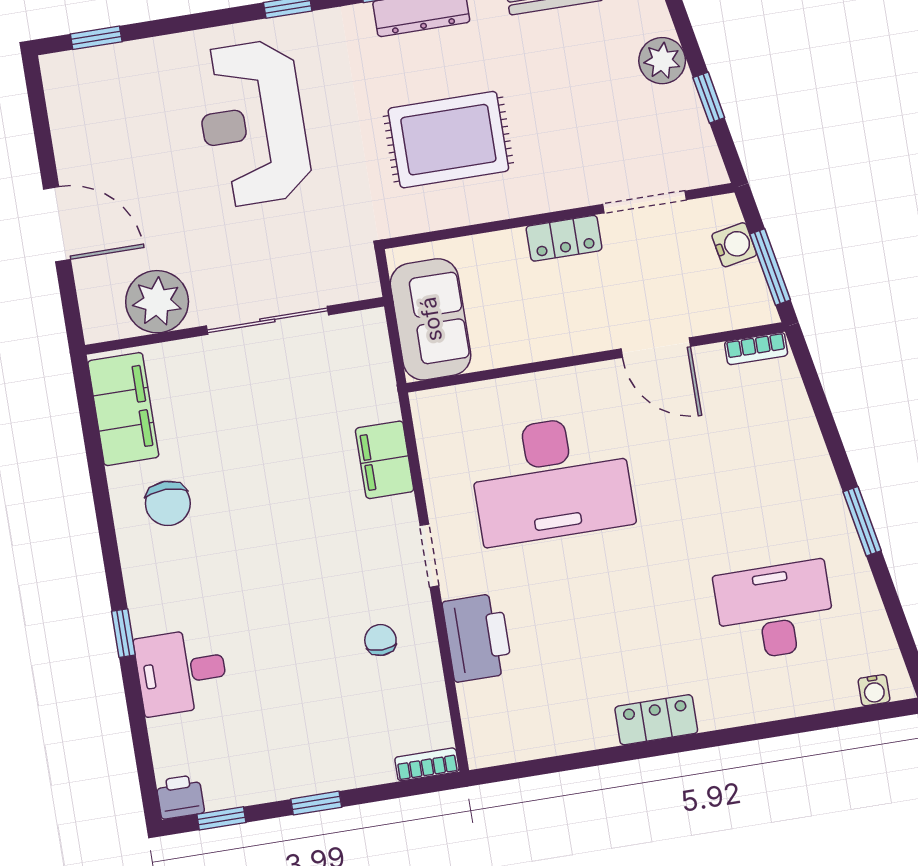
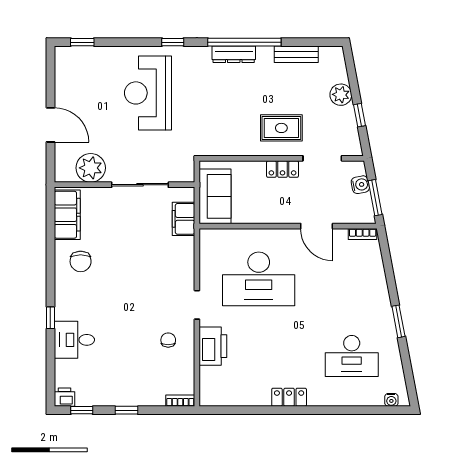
rug: (448, 140) -> (281, 128), moved, width x0.73, depth x0.70
filing cabinet: (385, 460) -> (183, 219), moved
desk: (775, 611) -> (352, 356), turned 180

